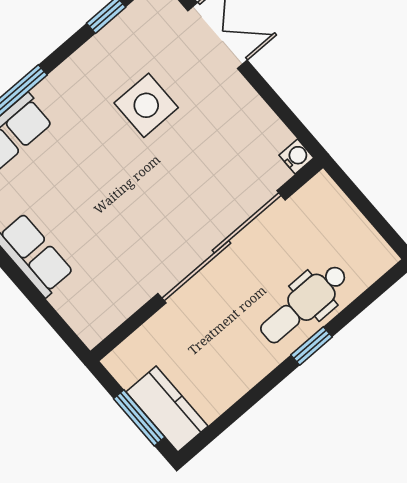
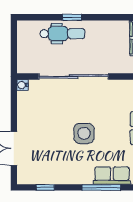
side table: (146, 105) -> (84, 133), moved

